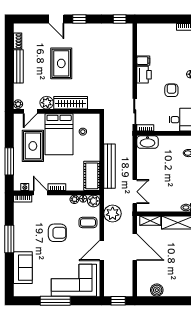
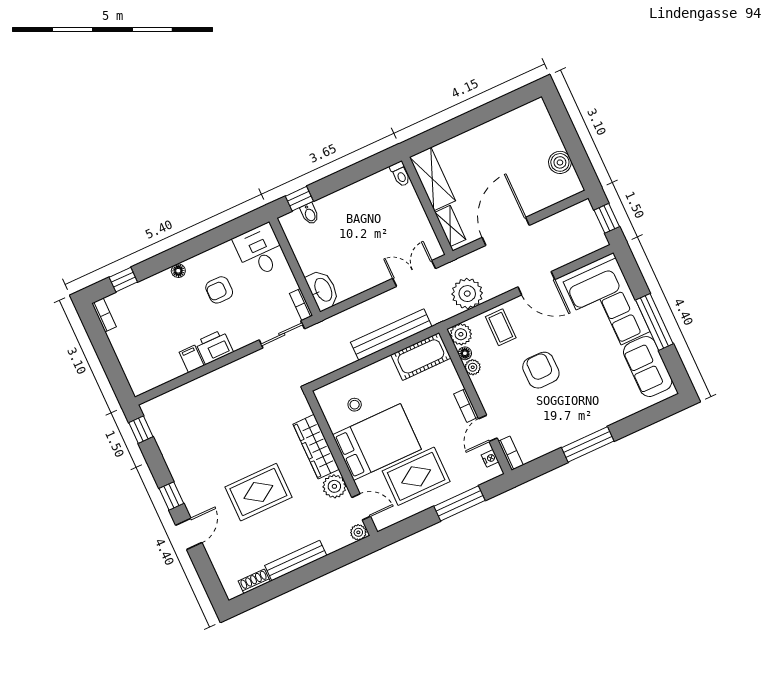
sofa: (23, 268) -> (648, 367), moved, turned -90

